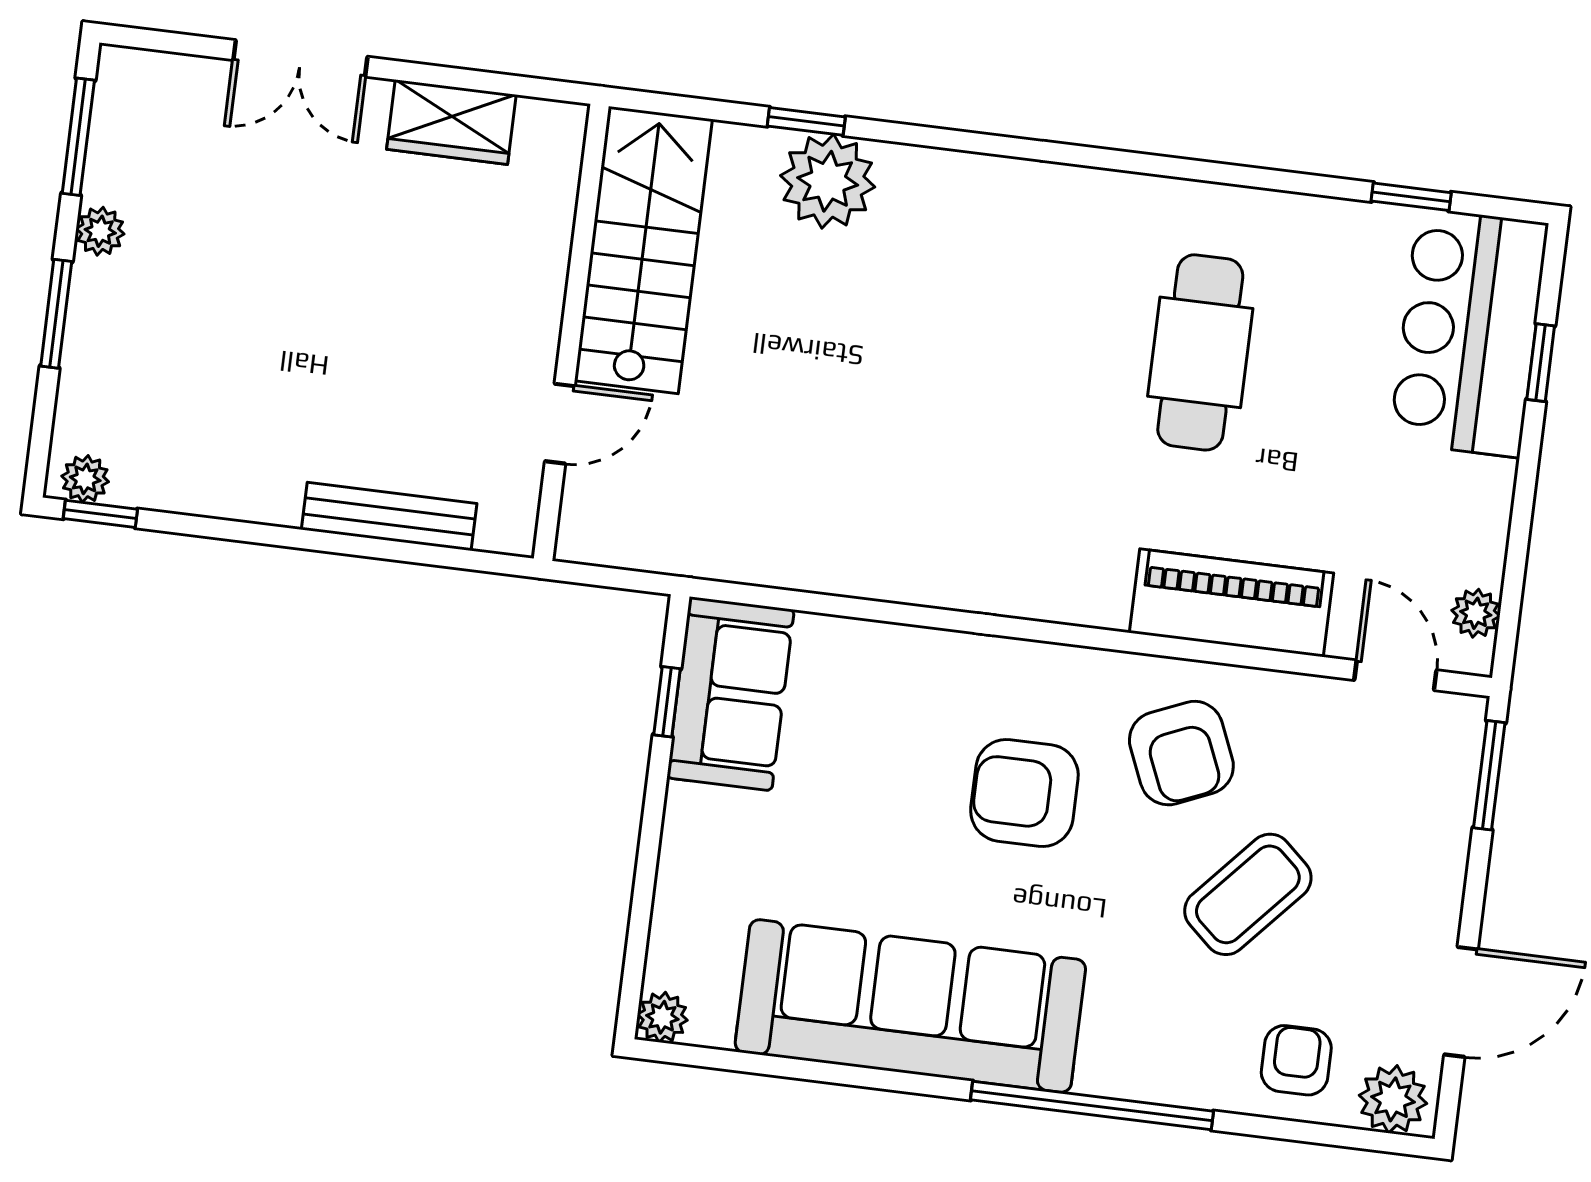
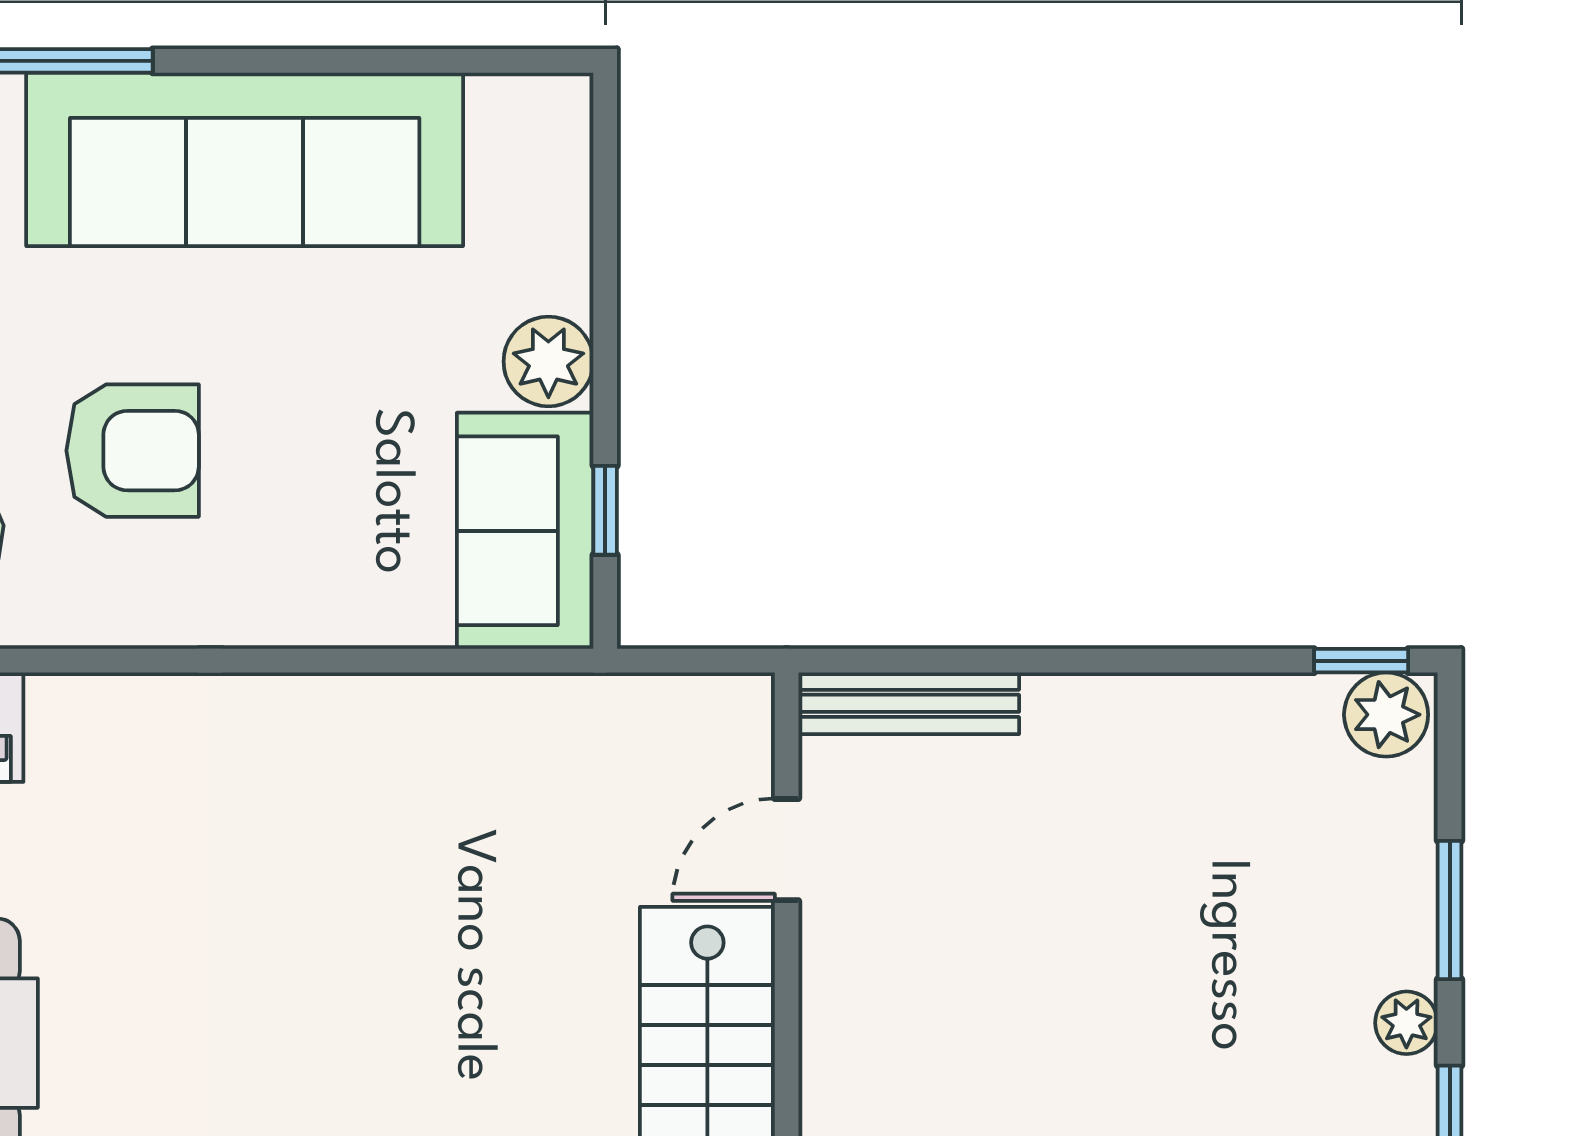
plant: (85, 479) -> (1386, 715), width x1.38, depth x1.38
bench: (389, 517) -> (909, 703), moved
plant: (662, 1017) -> (548, 361), moved, width x1.38, depth x1.38

